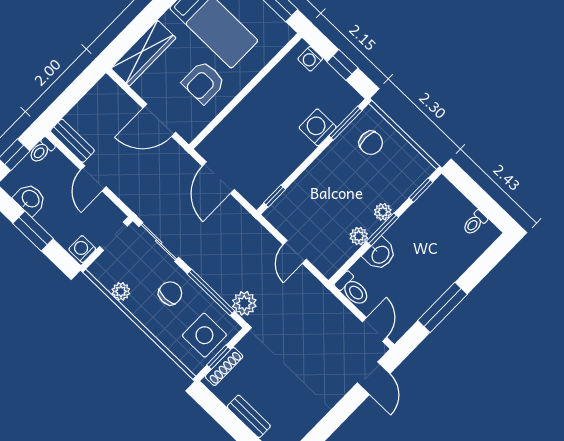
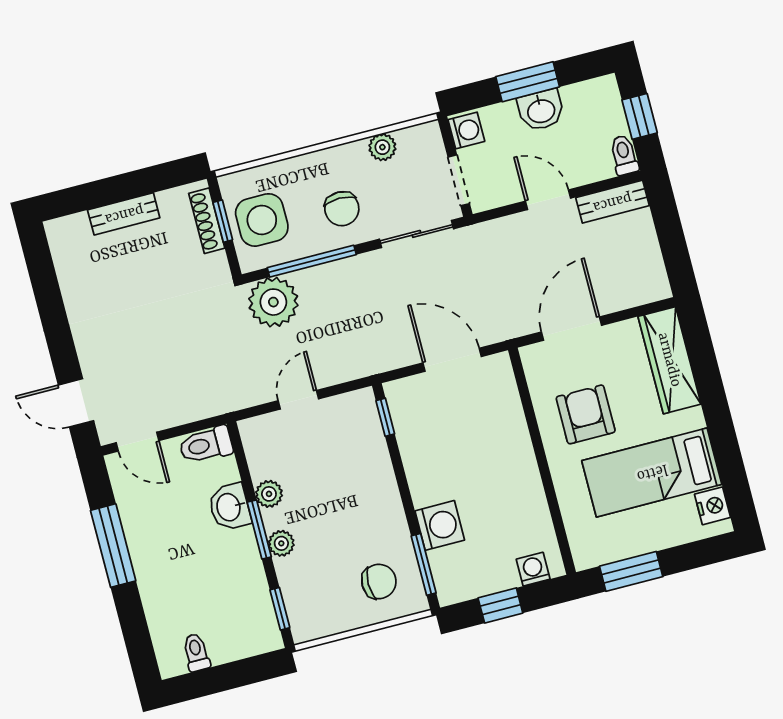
chair: (371, 143) -> (379, 581), turned 180
washbasin: (30, 199) -> (541, 110), moved
door: (295, 252) -> (298, 400), hinge flipped
plant: (244, 303) -> (273, 302), width x1.36, depth x1.36

